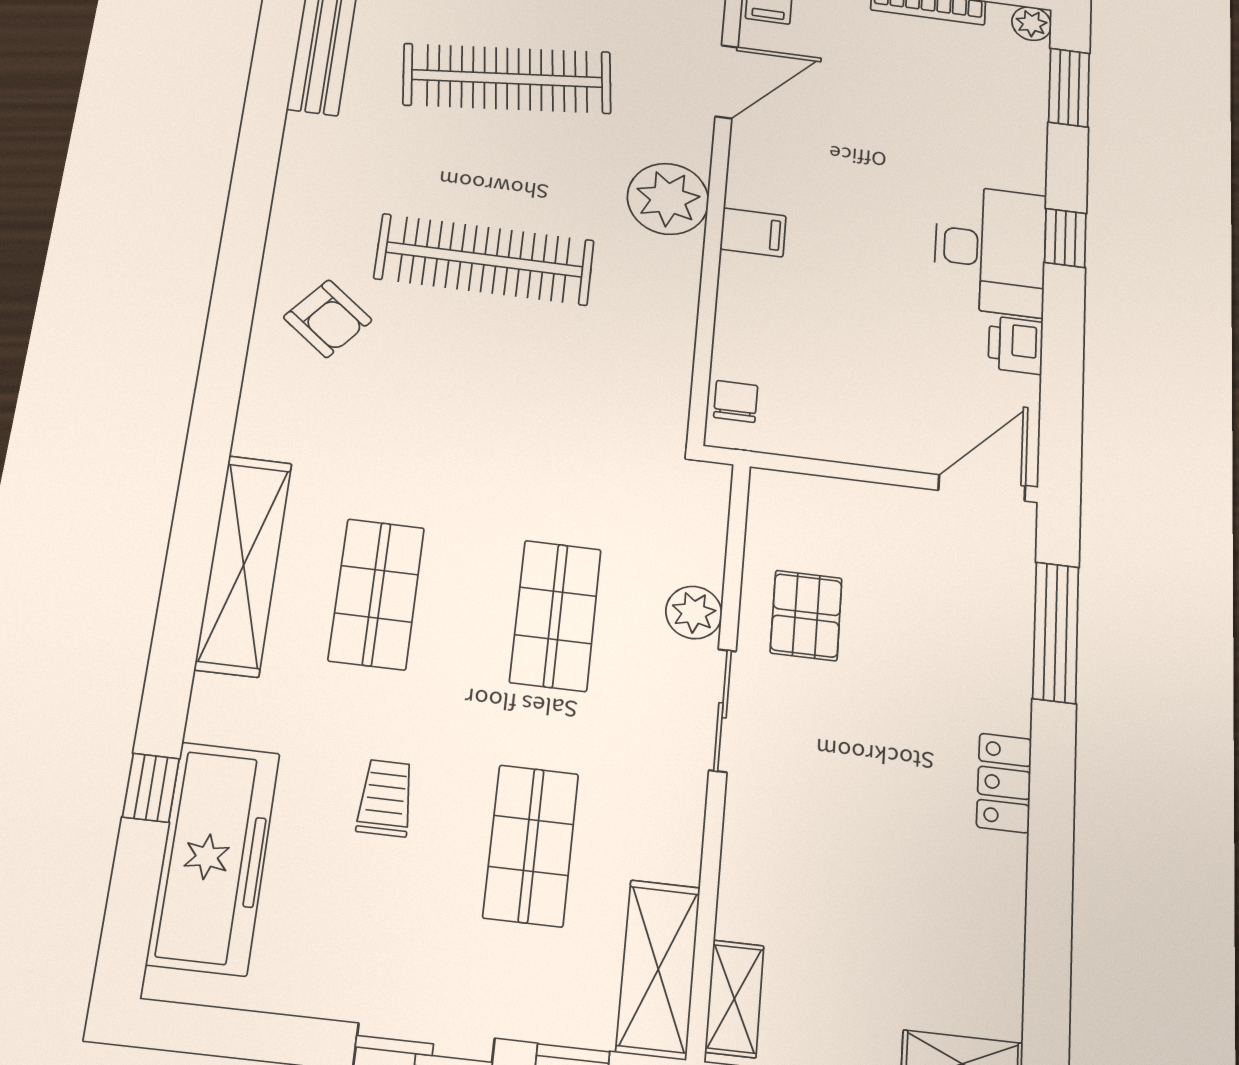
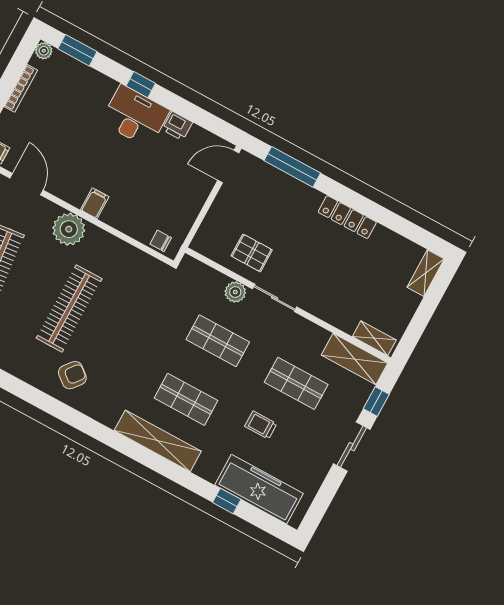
door: (982, 488) -> (228, 167), hinge flipped
locker: (1004, 783) -> (347, 217), width x1.53

